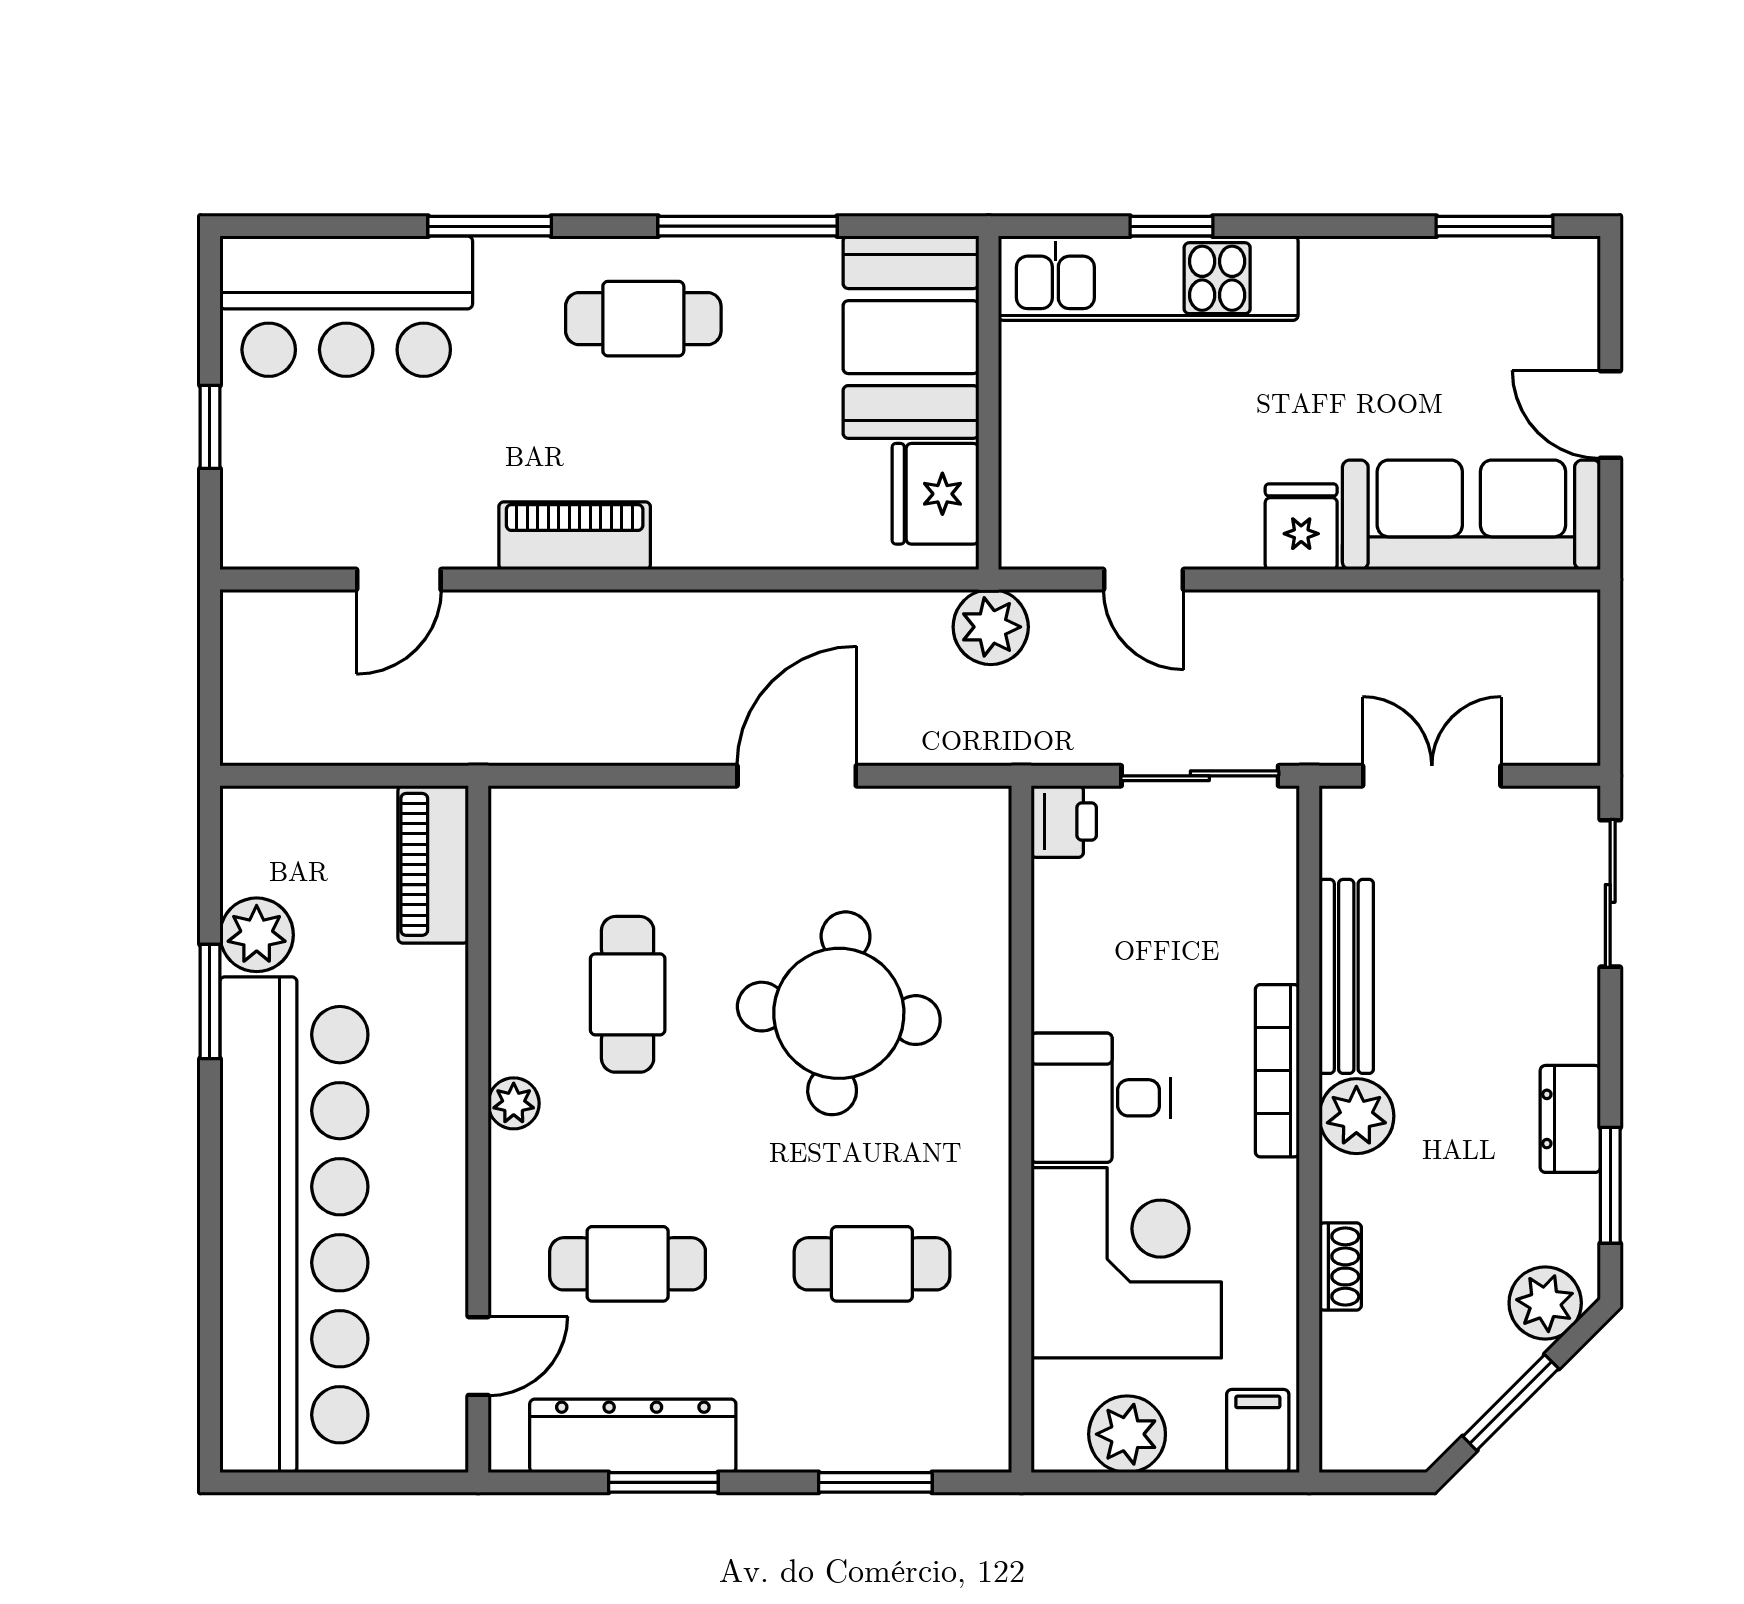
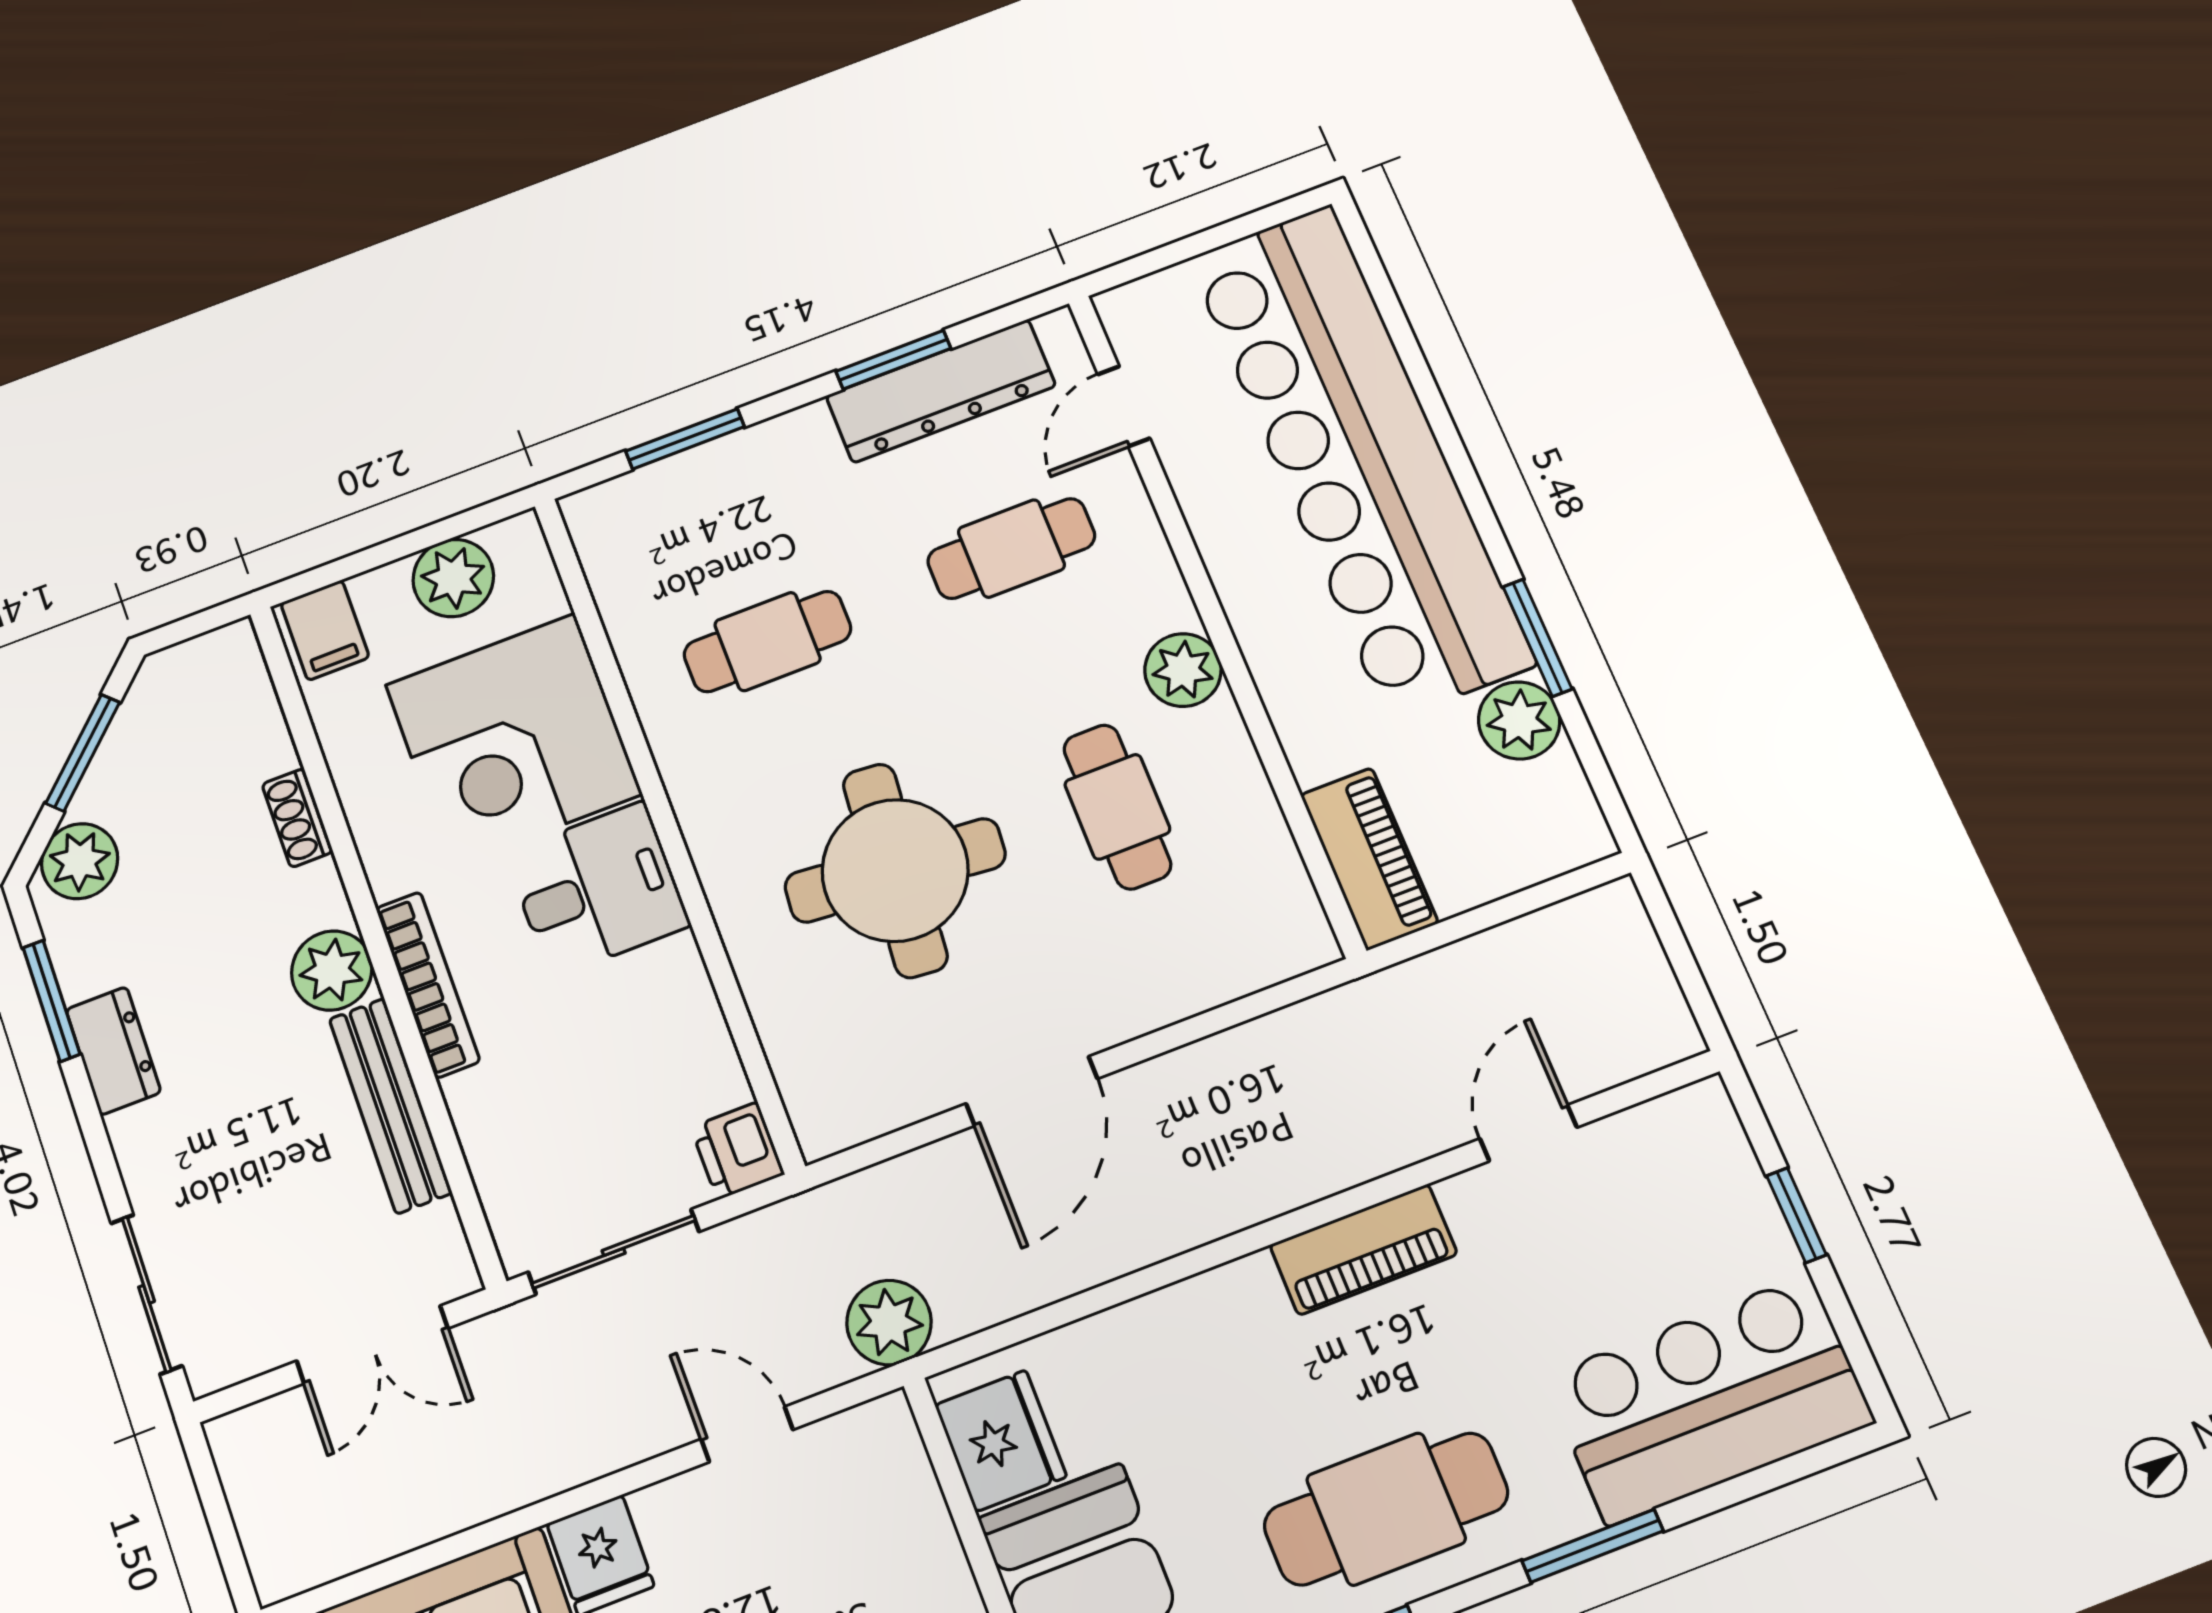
cafe table: (643, 319) -> (1386, 1509), width x1.37, depth x1.35
plant: (514, 1103) -> (1183, 670), width x1.38, depth x1.38

